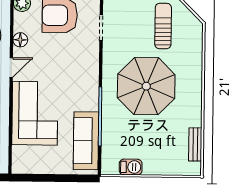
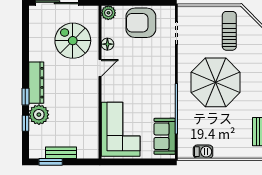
corner sofa: (35, 113) -> (121, 129), moved
sofa: (86, 141) -> (165, 136), width x0.73

